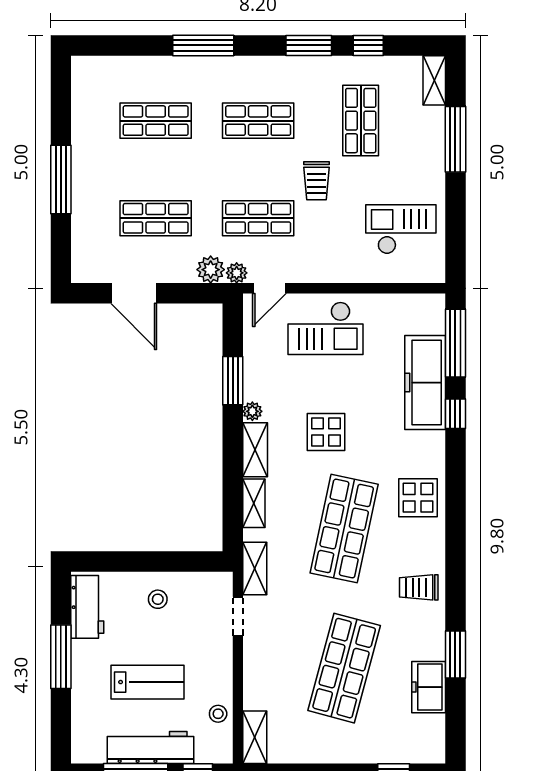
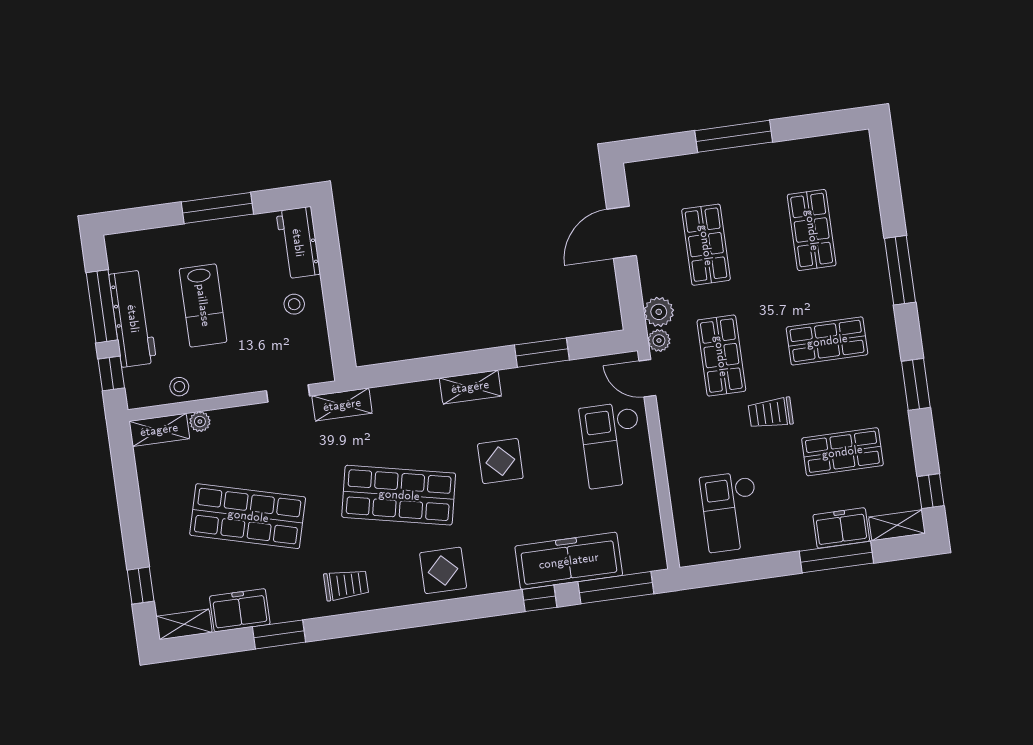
window: (368, 45) -> (931, 491), moved
shop shelf: (258, 121) -> (827, 341), turned 90
freezer: (430, 131) -> (841, 528), added
checkout: (401, 229) -> (731, 512), turned 180
plant: (252, 411) -> (200, 422), moved
shelving: (254, 503) -> (184, 624), moved
trolley: (419, 587) -> (346, 585), turned 90
workbench: (87, 607) -> (298, 243), moved, turned 90

